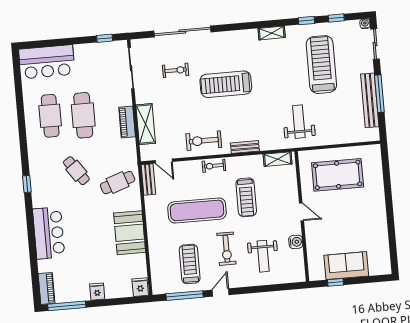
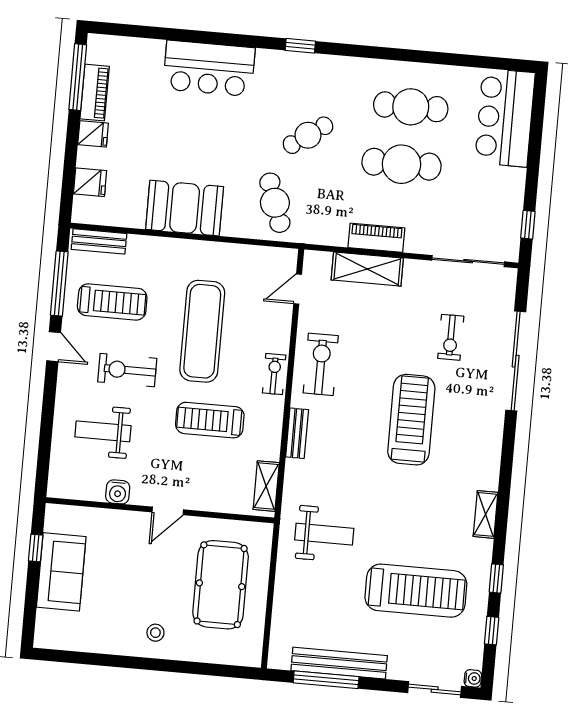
window: (379, 94) -> (326, 680), moved
bench: (148, 180) -> (99, 241), moved
stool: (371, 207) -> (155, 633), added
fridge: (140, 287) -> (90, 182), moved
piano: (46, 288) -> (95, 93), moved, turned -90

